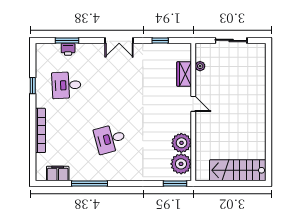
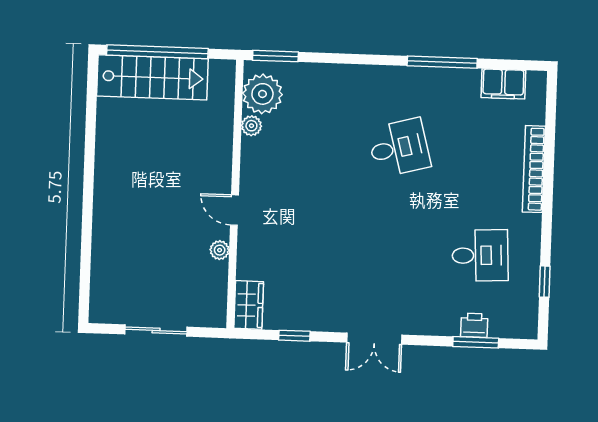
double door: (119, 40) -> (374, 339), swing flipped
plant: (200, 66) -> (220, 250), moved
wardrobe: (184, 74) -> (249, 305), moved
window: (33, 86) -> (545, 282), moved
plant: (181, 143) -> (251, 126), width x0.53, depth x0.53
window: (236, 184) -> (157, 52), added

